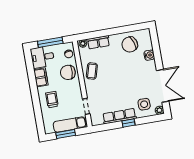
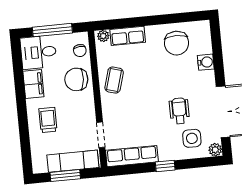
chair: (130, 45) -> (177, 43), turned -70
wheelchair: (135, 87) -> (179, 111), added
row of seats: (119, 116) -> (132, 156), moved

